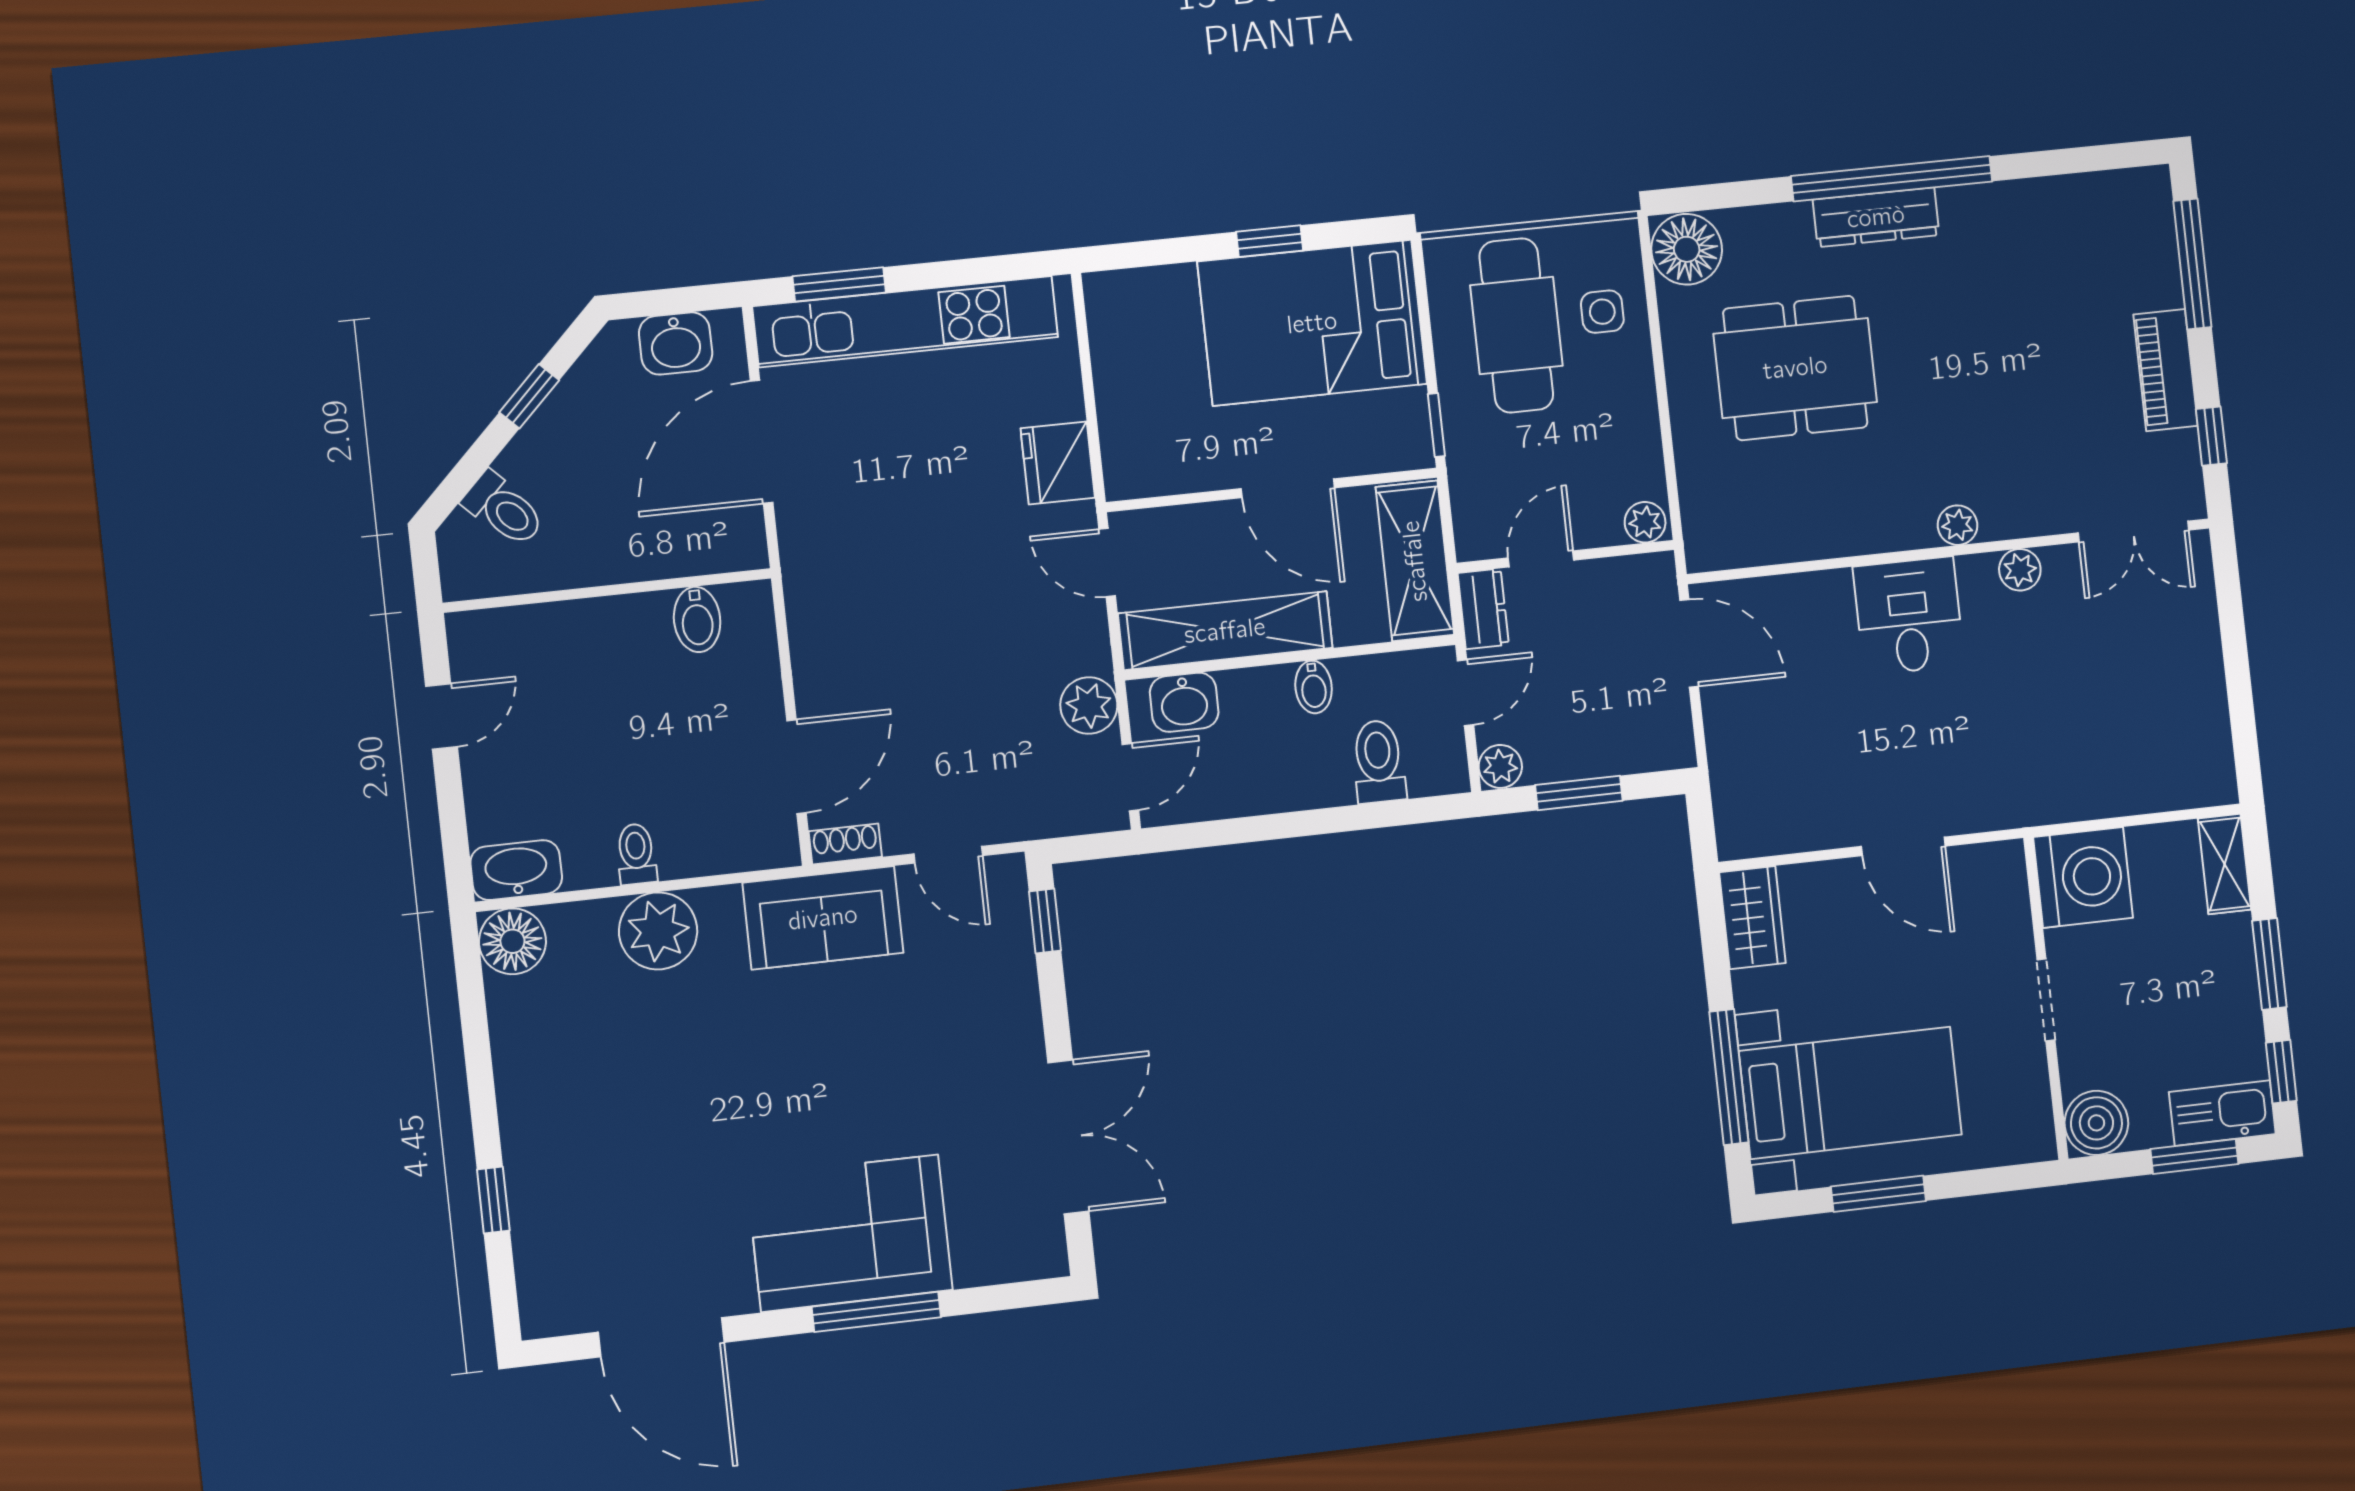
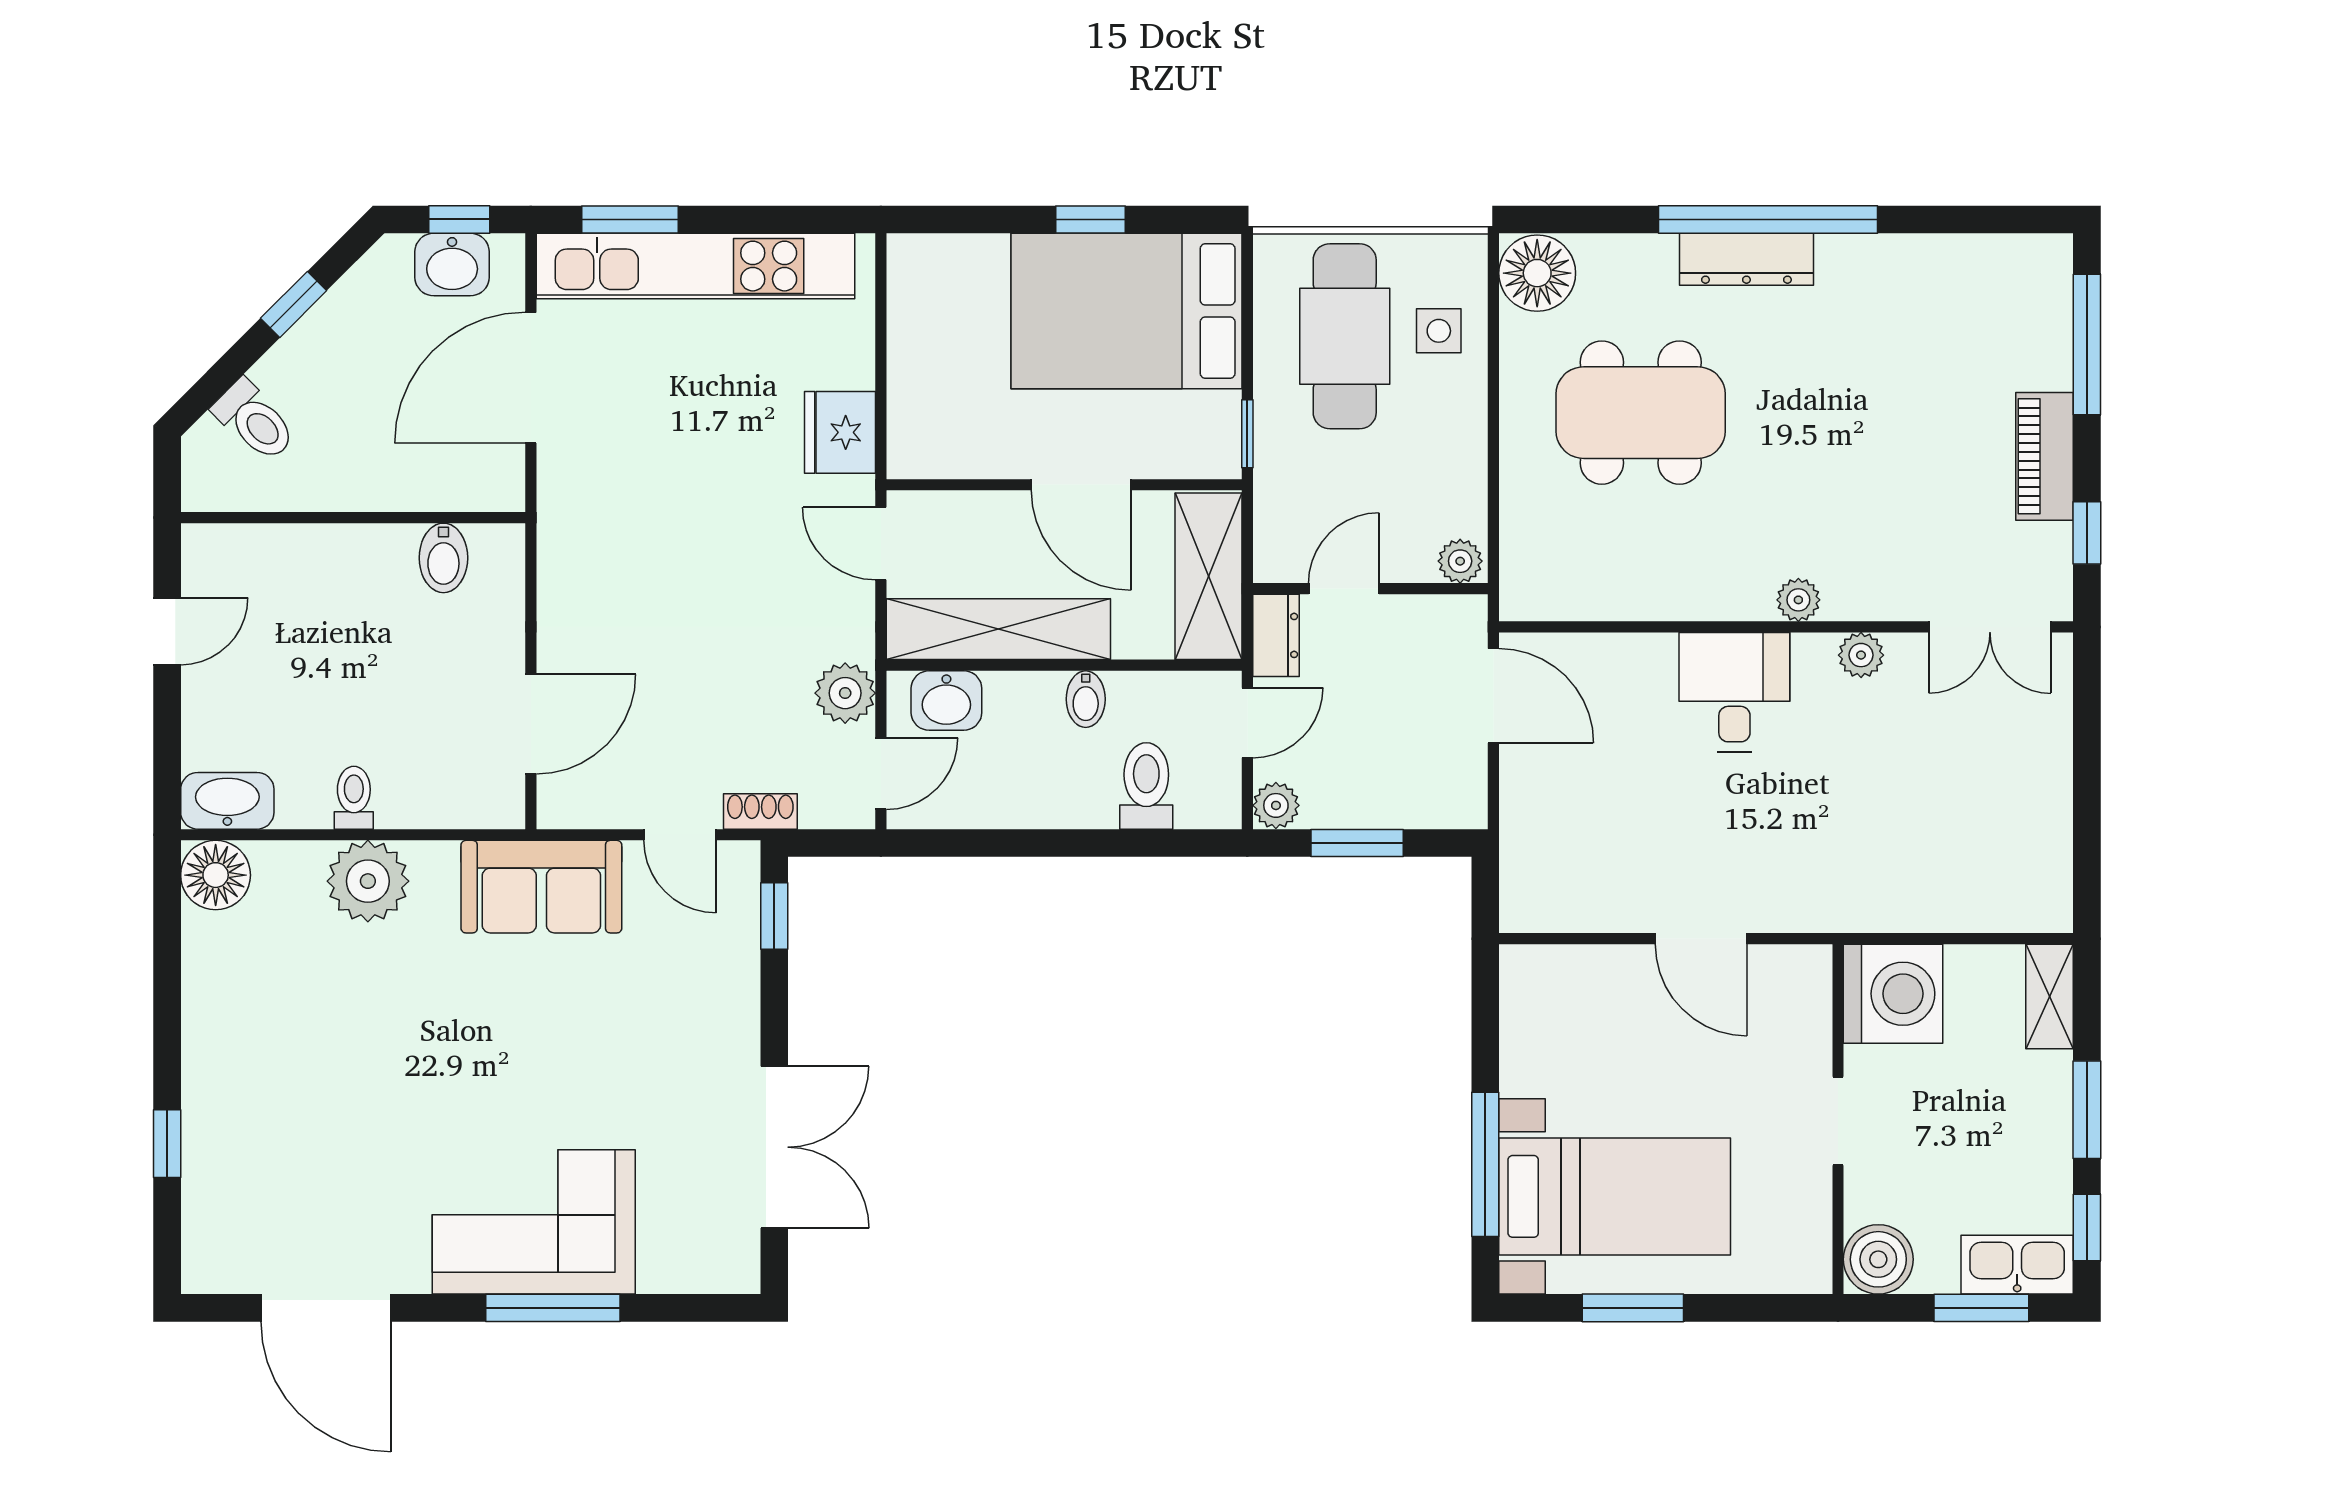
window: (678, 301) -> (459, 219), added
shoe rack: (845, 844) -> (760, 811), moved
wardrobe: (1752, 918) -> (1529, 997), removed

